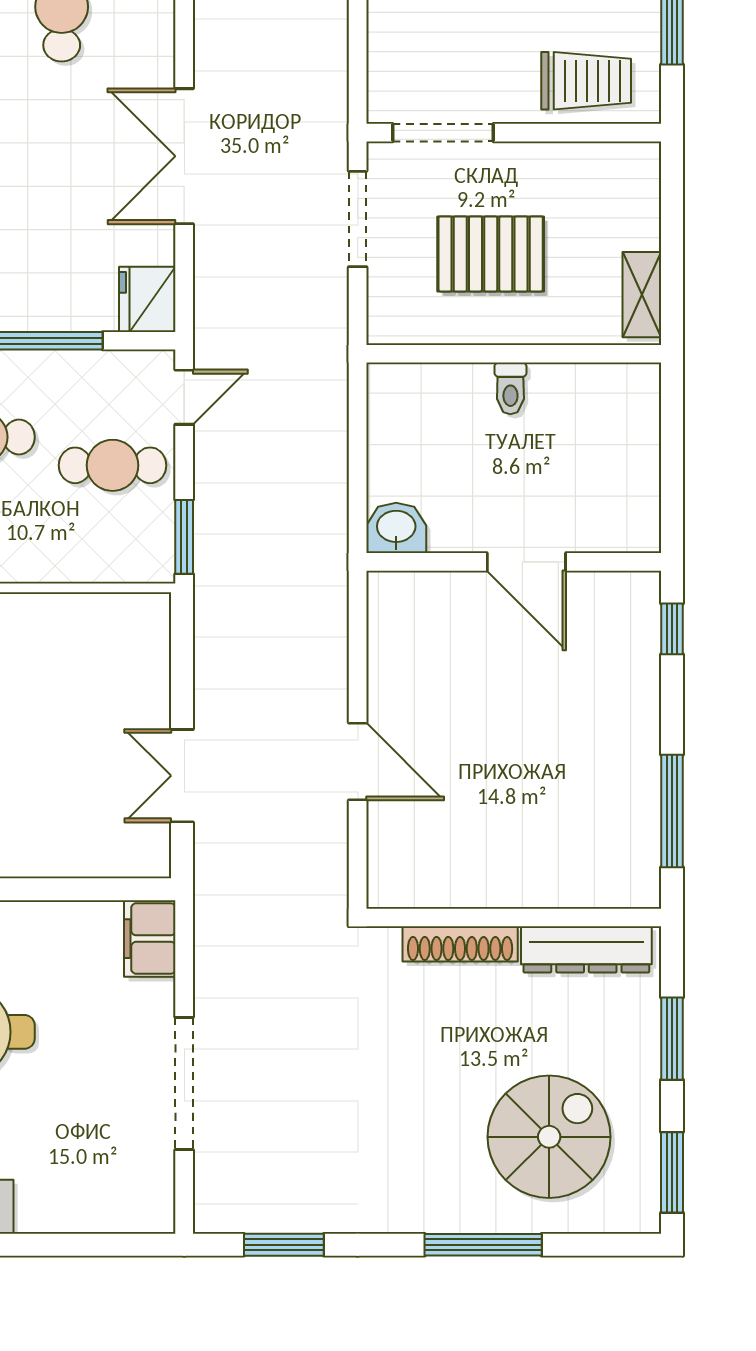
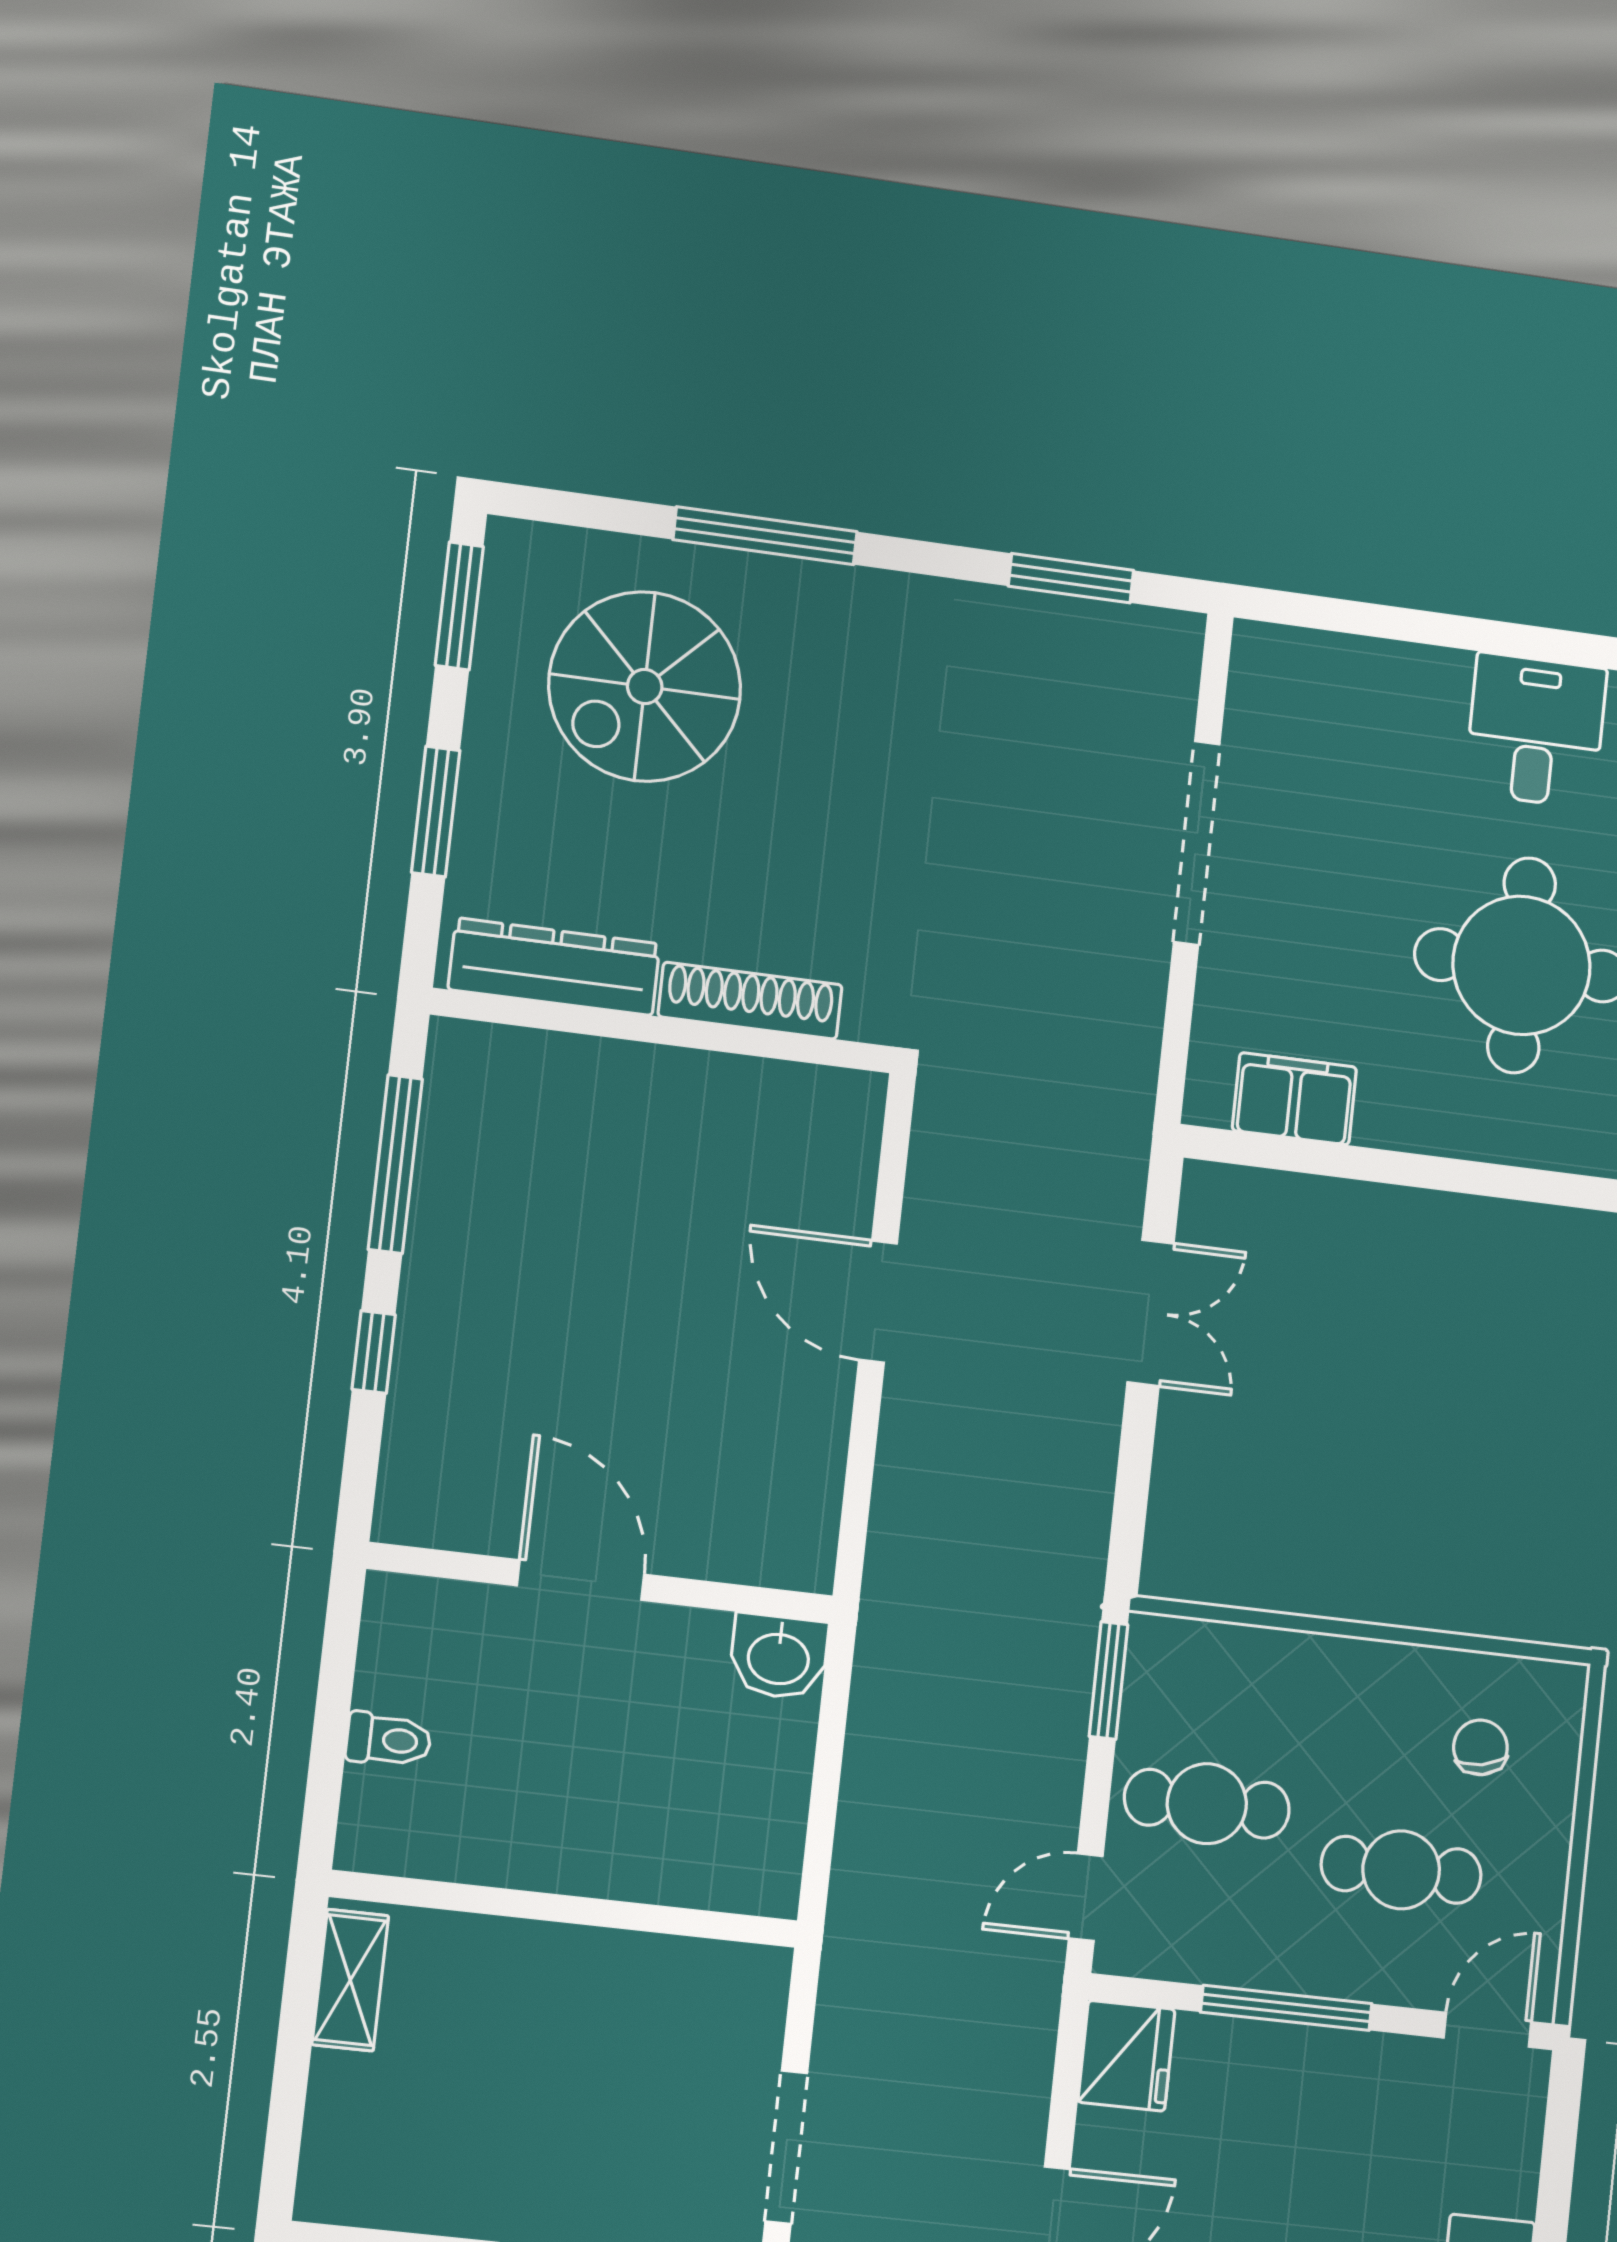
pallet: (491, 254) -> (583, 2070), removed
toilet: (510, 388) -> (388, 1740), moved, turned 90
window: (672, 629) -> (374, 1352), moved
filing cabinet: (150, 939) -> (1294, 1099), moved, turned -90

